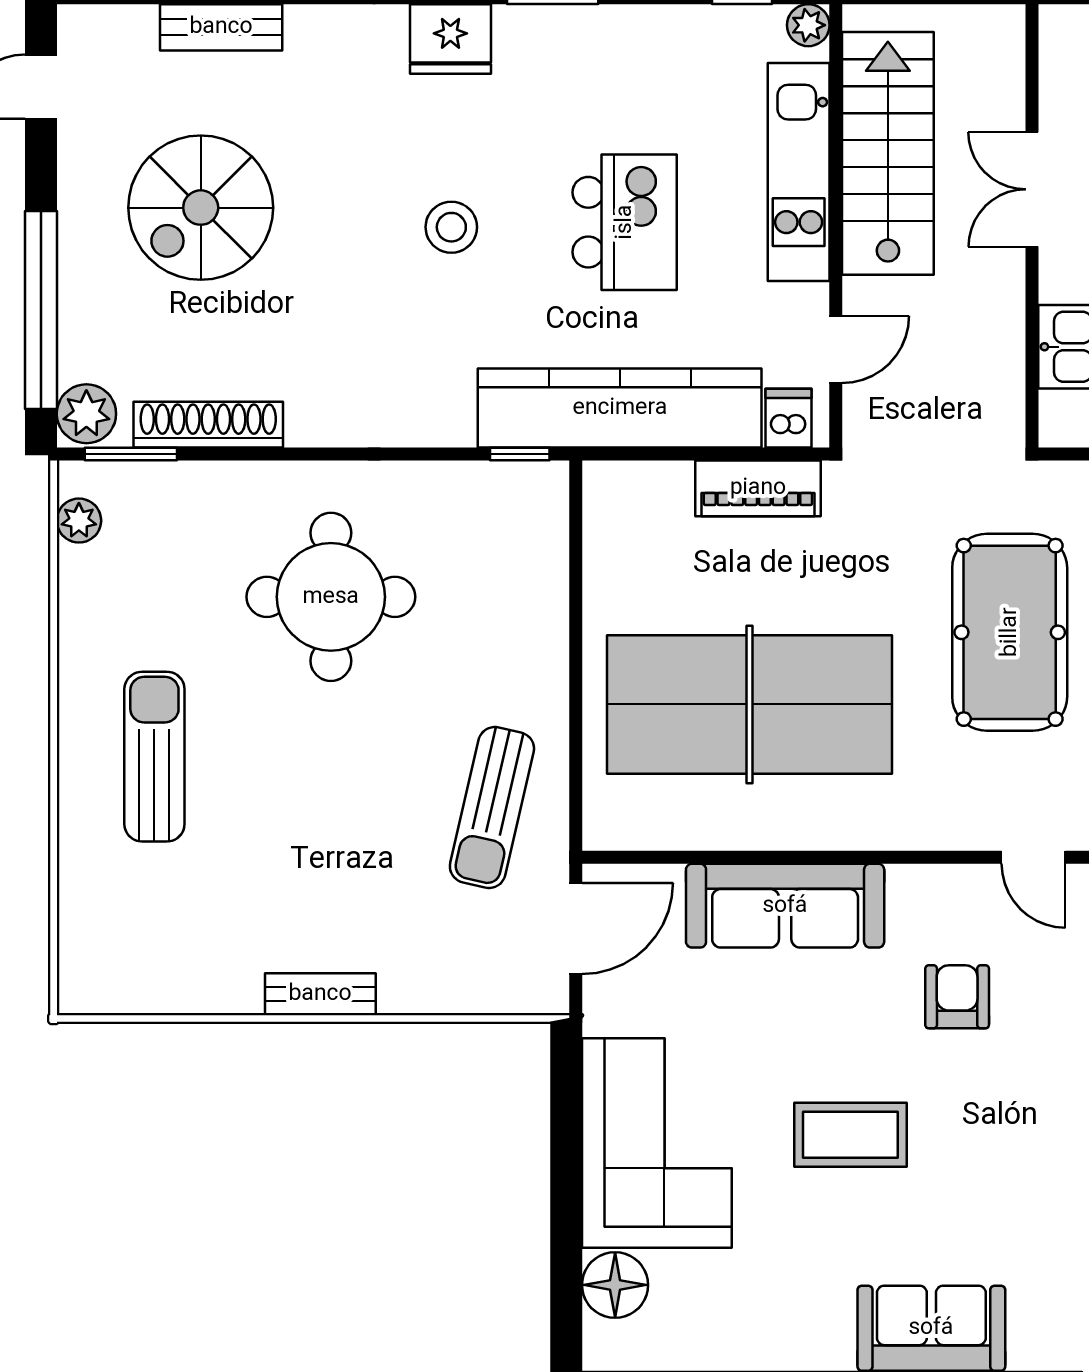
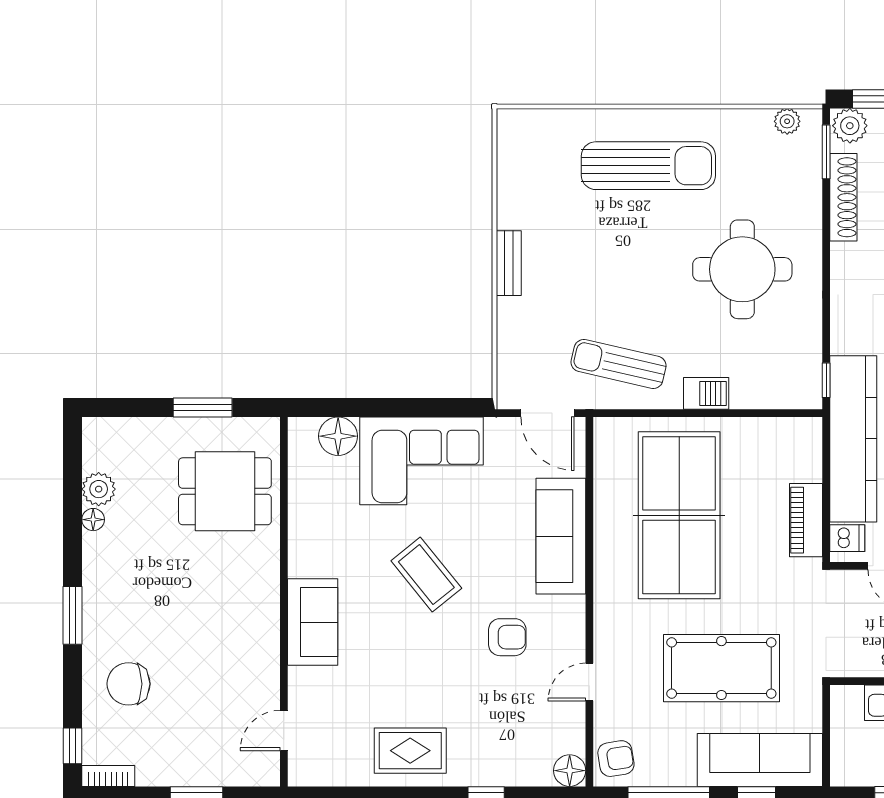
barbecue: (542, 658) -> (706, 393), added
sun lounger: (154, 757) -> (648, 166), width x1.36, depth x1.34
coffee table: (850, 1135) -> (426, 575), turned -39

